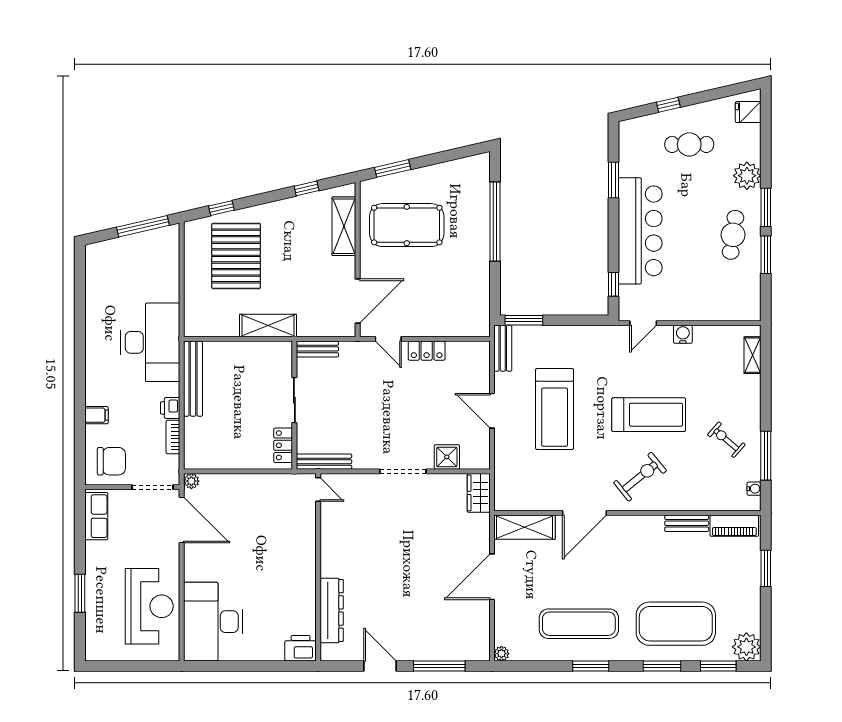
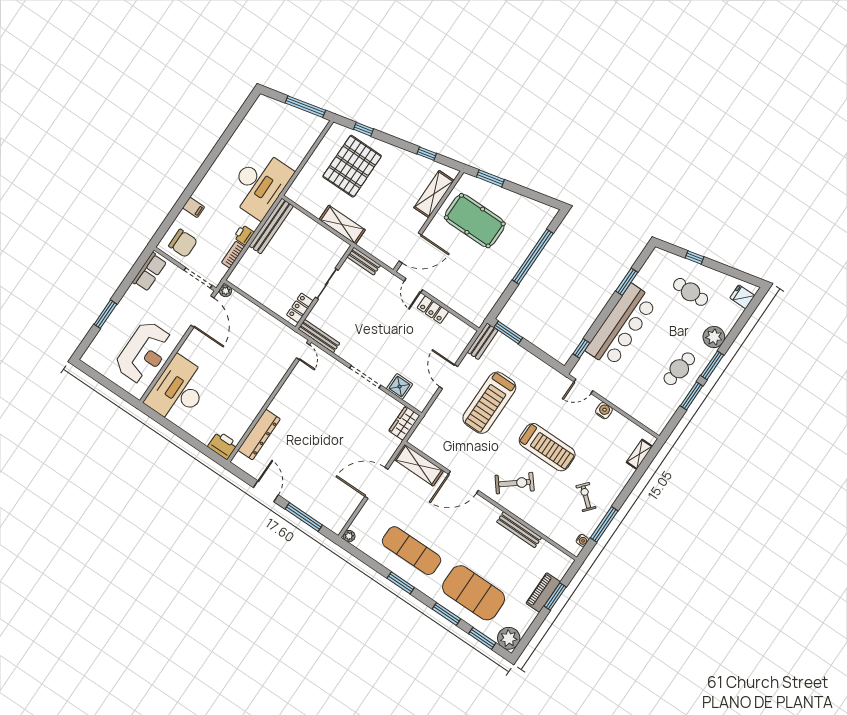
bench: (687, 523) -> (519, 530), width x1.36
piano: (734, 526) -> (543, 592), moved, turned 90

